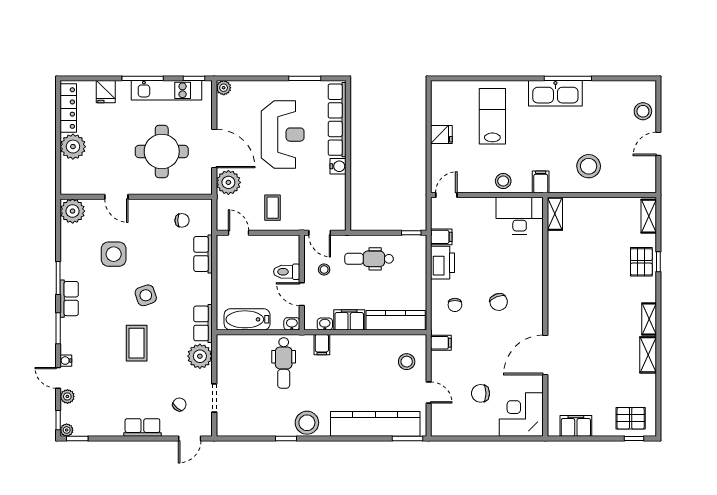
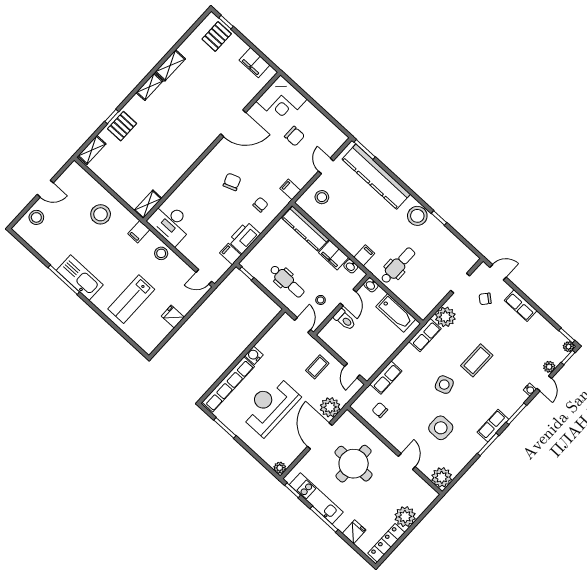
pallet: (631, 418) -> (217, 36), turned 90

